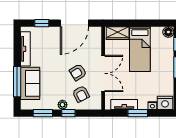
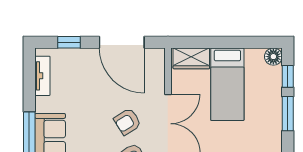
door: (74, 23) -> (122, 42), hinge flipped
tv unit: (25, 49) -> (42, 76), width x0.71

